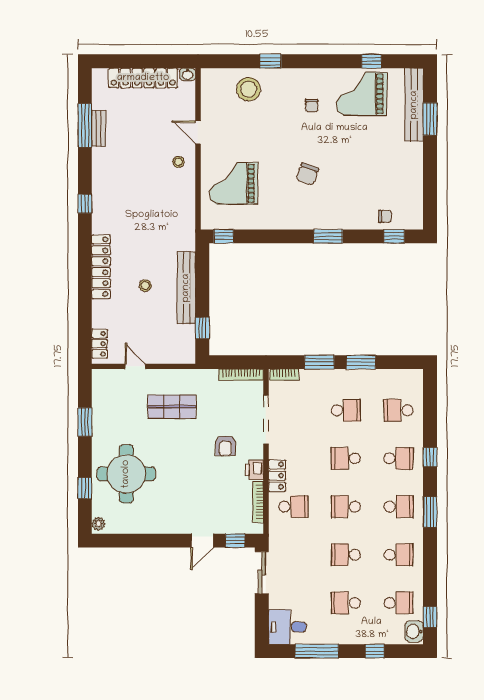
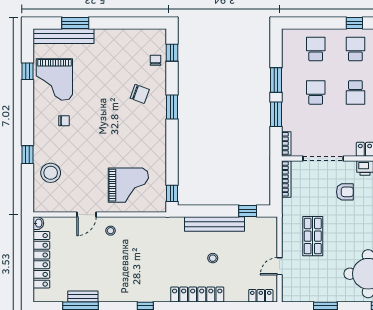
chair: (307, 174) -> (140, 94), moved
grand piano: (234, 183) -> (128, 185), turned -90
school desk: (399, 410) -> (316, 49), turned 180

